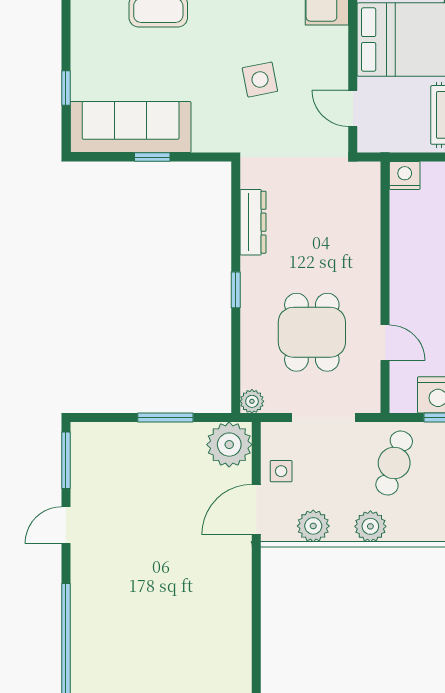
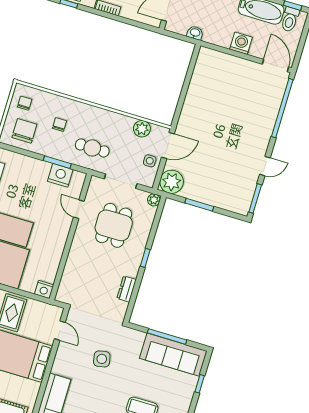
window: (152, 157) -> (167, 336), width x2.17
dresser: (253, 222) -> (127, 289), width x0.70
cafe table: (394, 463) -> (92, 148), turned 72
plant: (370, 526) -> (114, 120), removed

